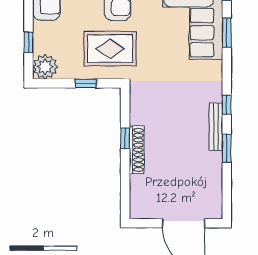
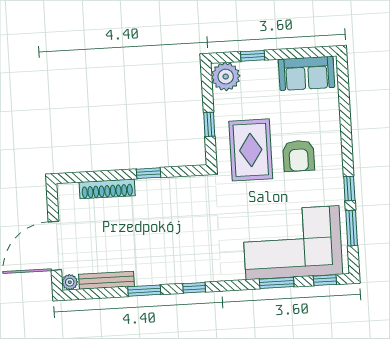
bench: (216, 127) -> (106, 280), moved
shoe rack: (137, 150) -> (107, 189), moved
plant: (216, 212) -> (70, 282), added

